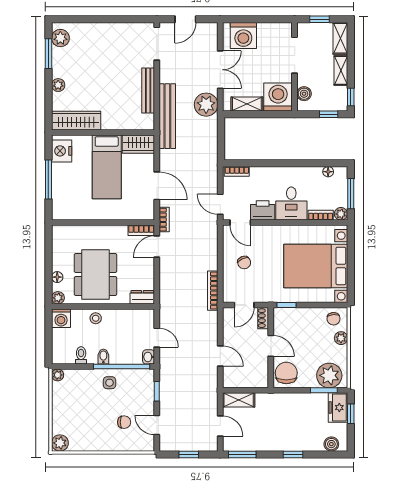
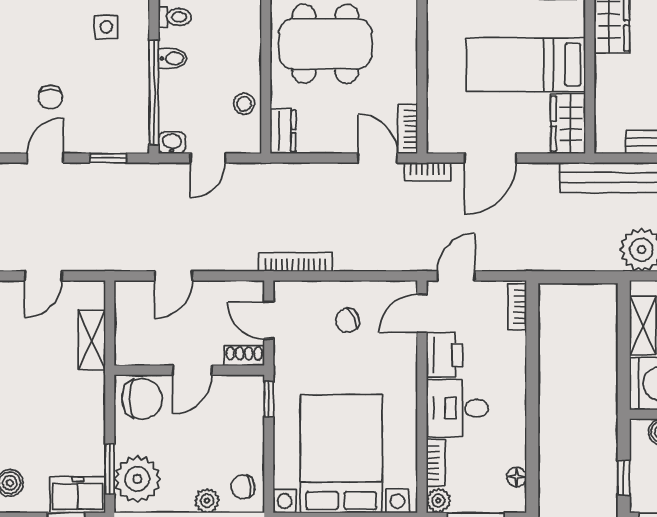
stool: (96, 318) -> (244, 104), moved
side table: (109, 383) -> (106, 27), moved
shelving: (239, 400) -> (92, 340), moved

